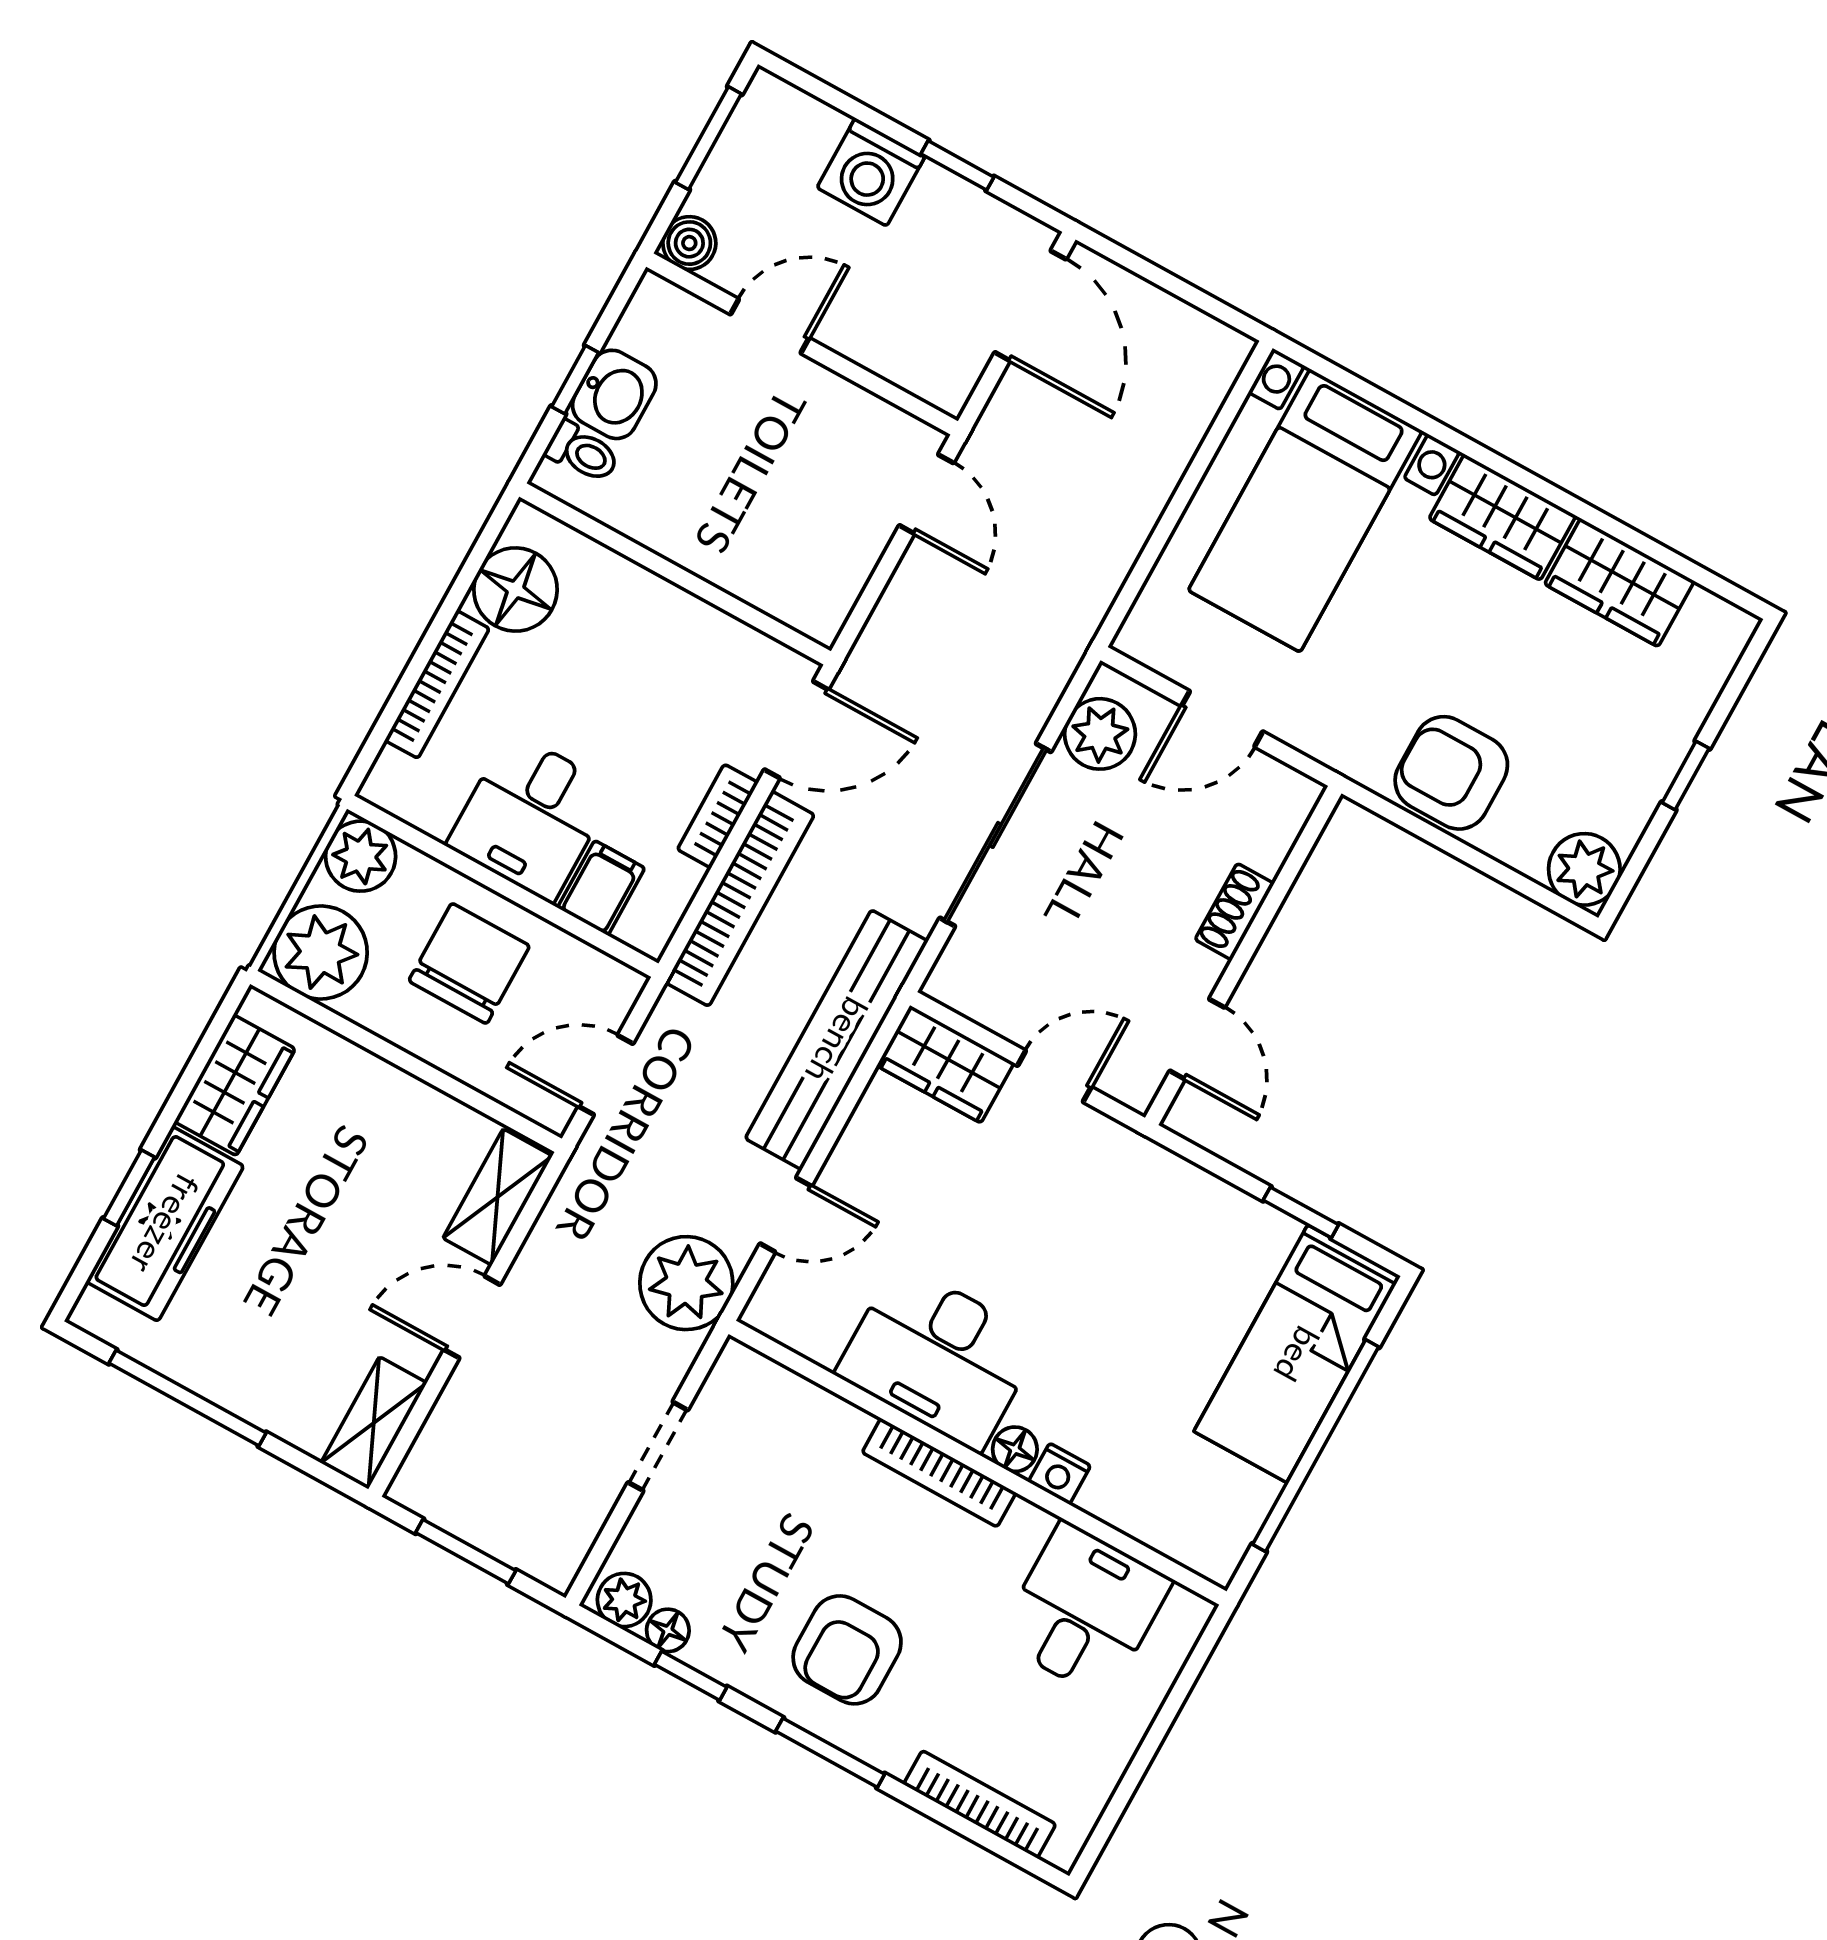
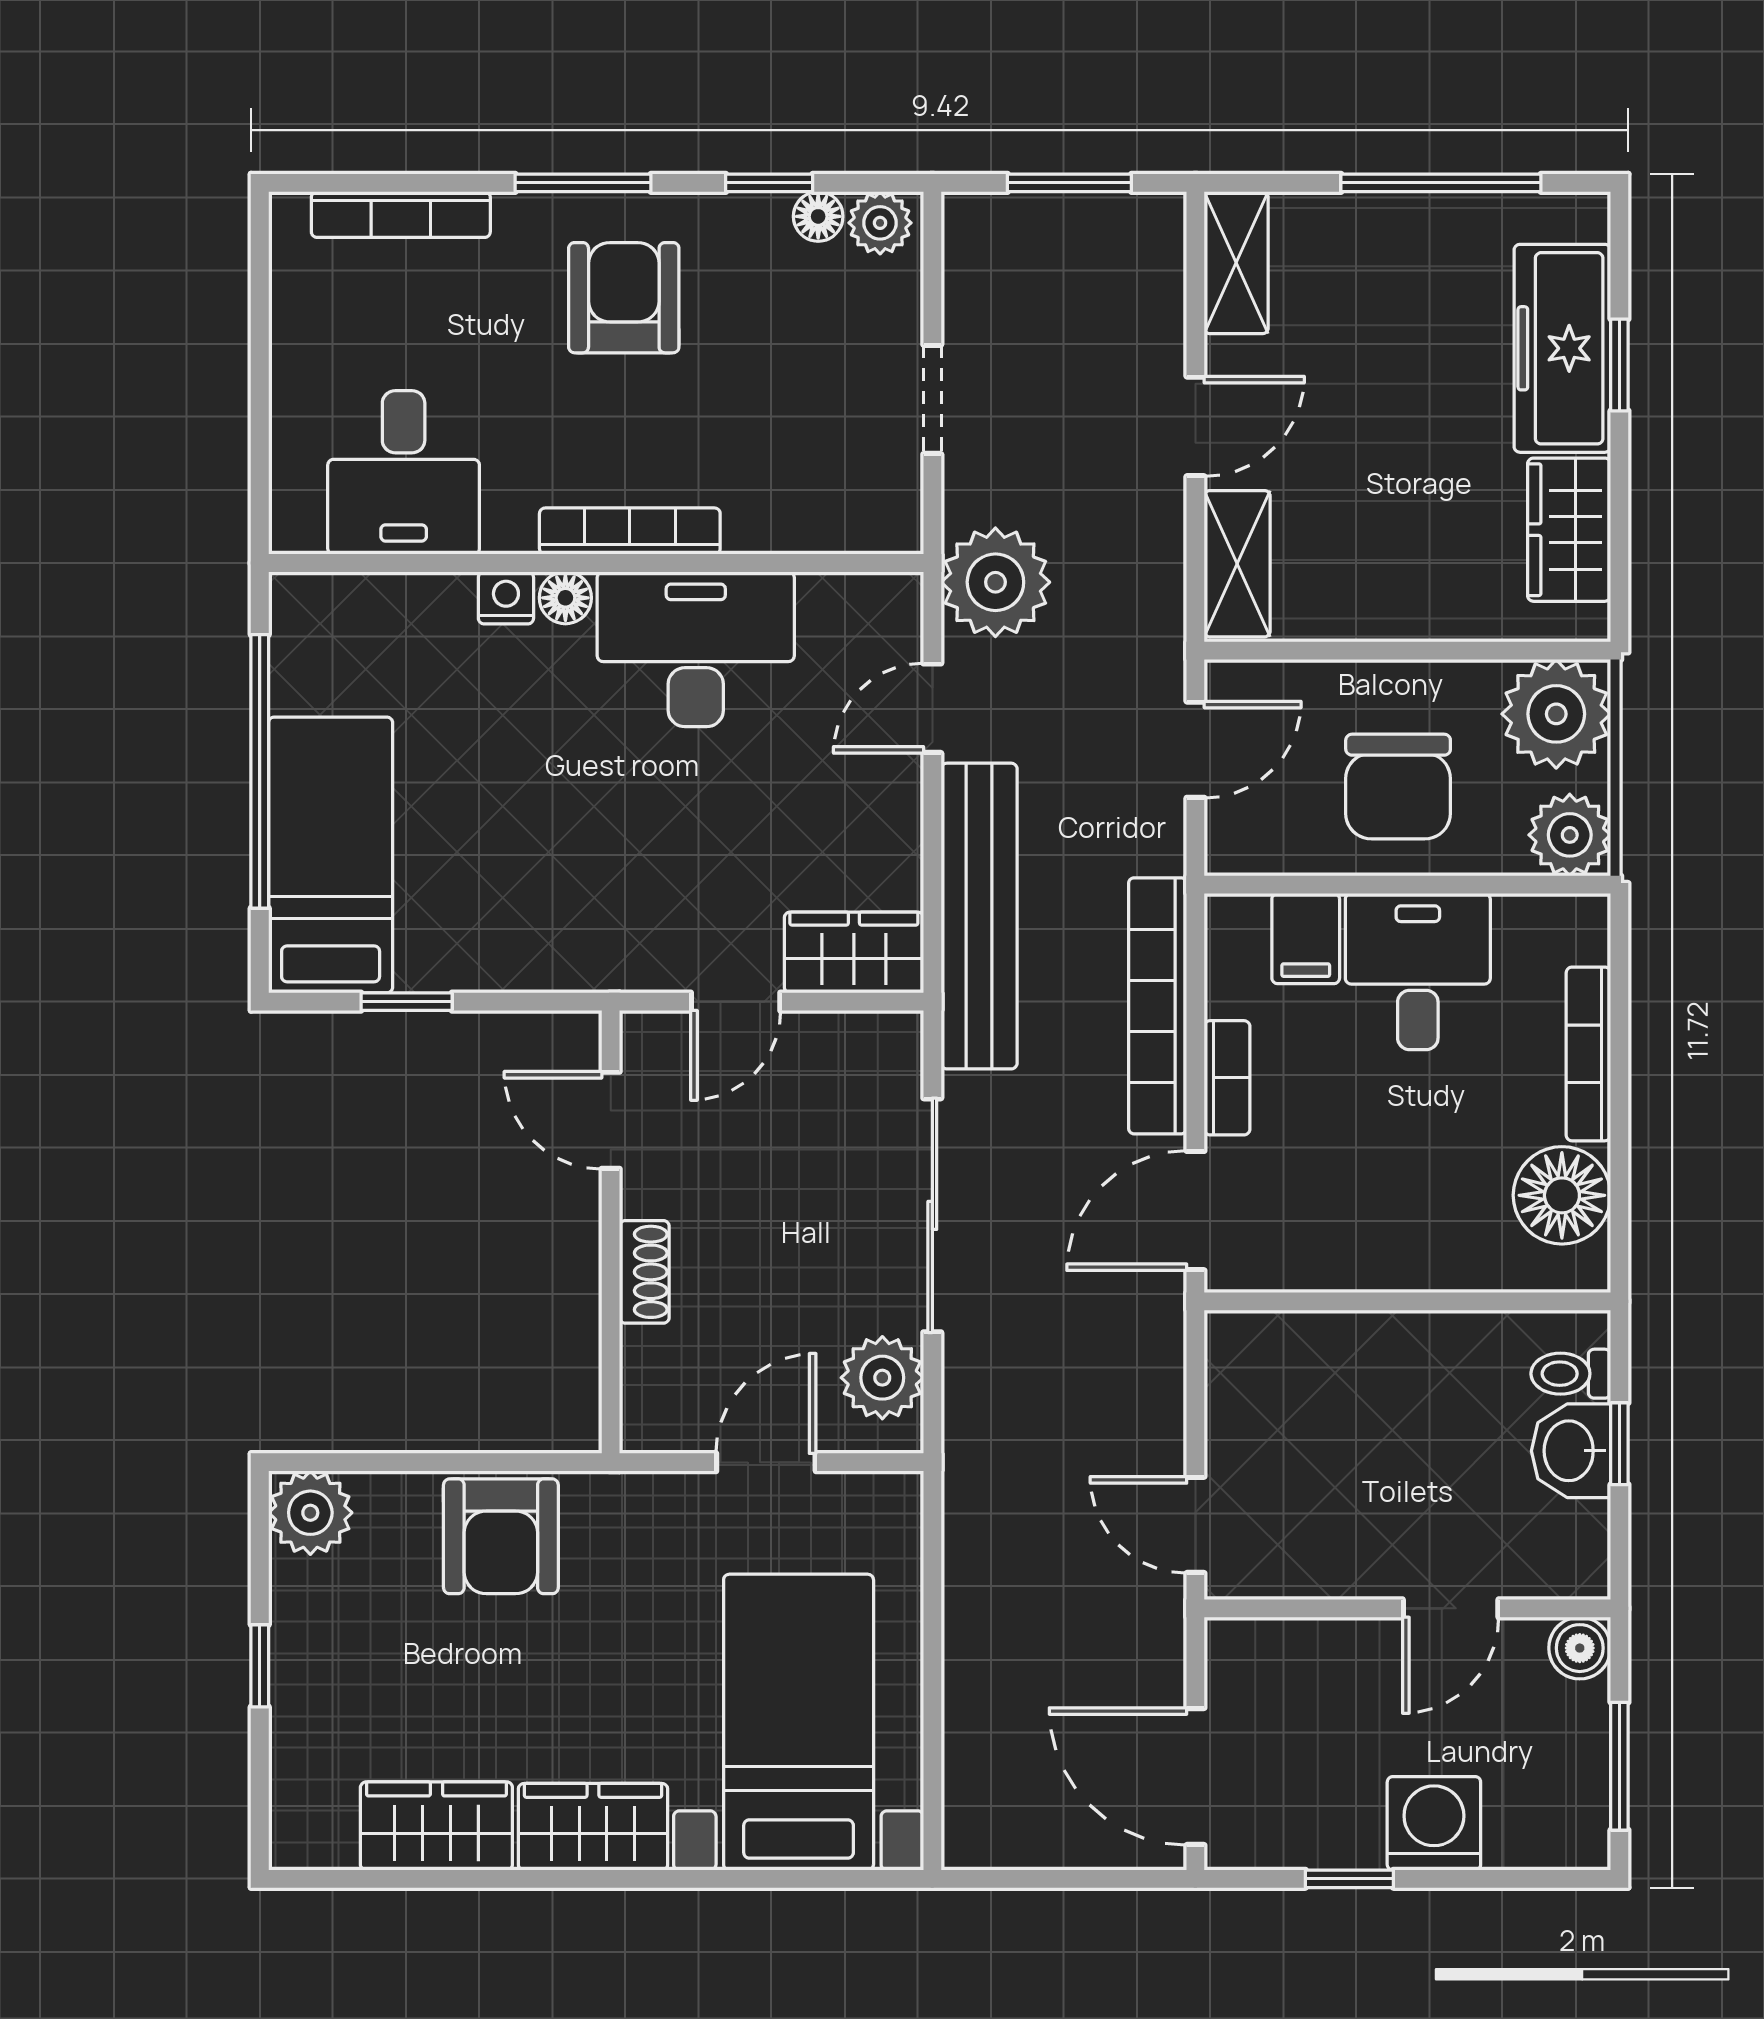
armchair: (1451, 773) -> (501, 1536), turned 90

